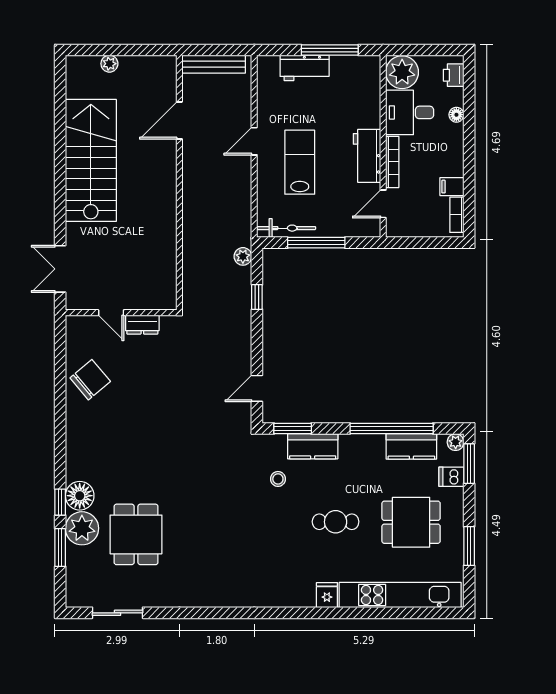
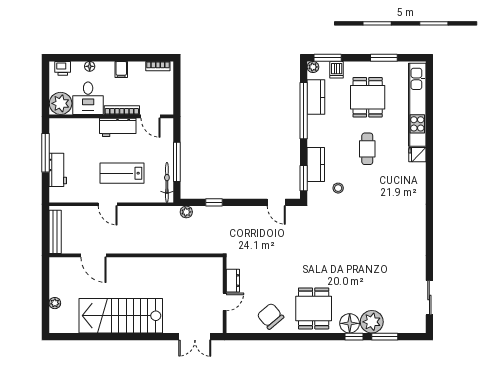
filing cabinet: (452, 187) -> (121, 69), moved
dining table: (136, 534) -> (314, 308), moved, turned 90

